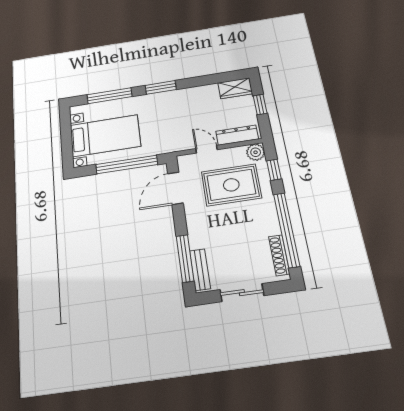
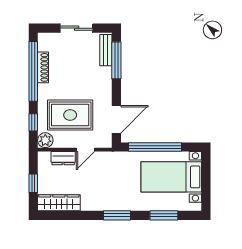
wardrobe: (235, 88) -> (59, 203), width x1.50
window: (110, 96) -> (164, 215), width x0.69
dresser: (237, 135) -> (63, 158), width x0.70
door: (206, 149) -> (86, 150), hinge flipped
shoe rack: (279, 255) -> (43, 67), moved

